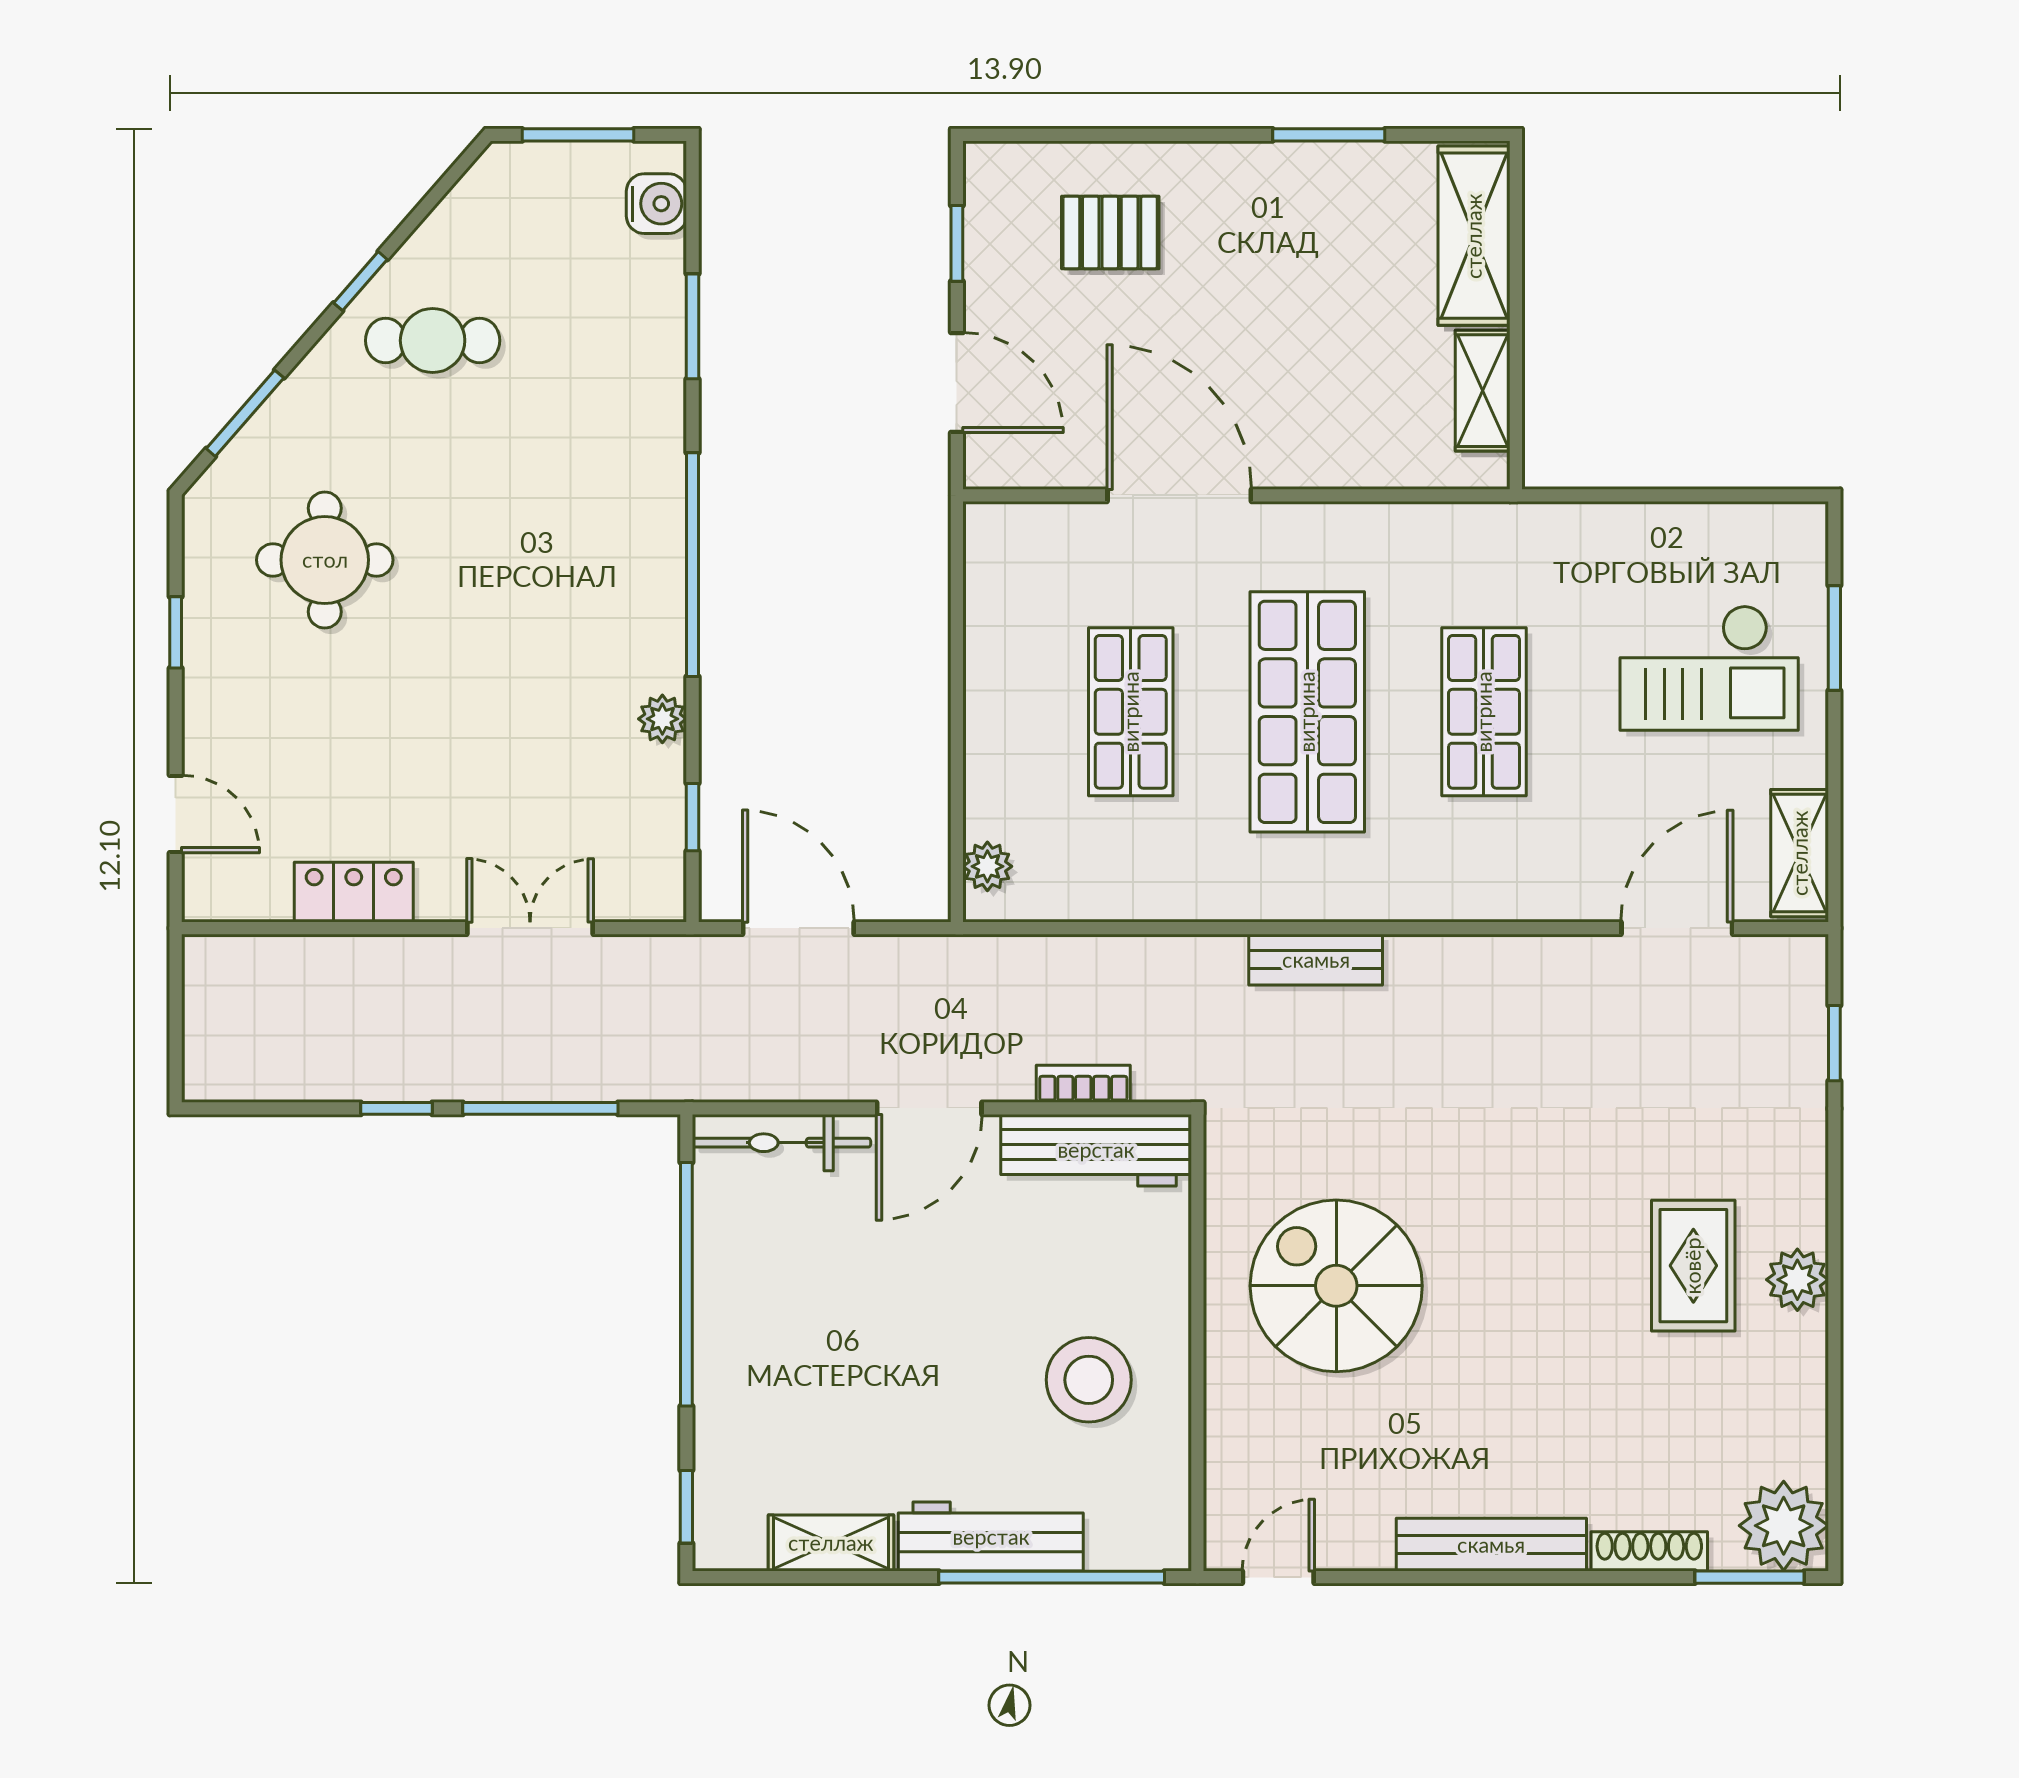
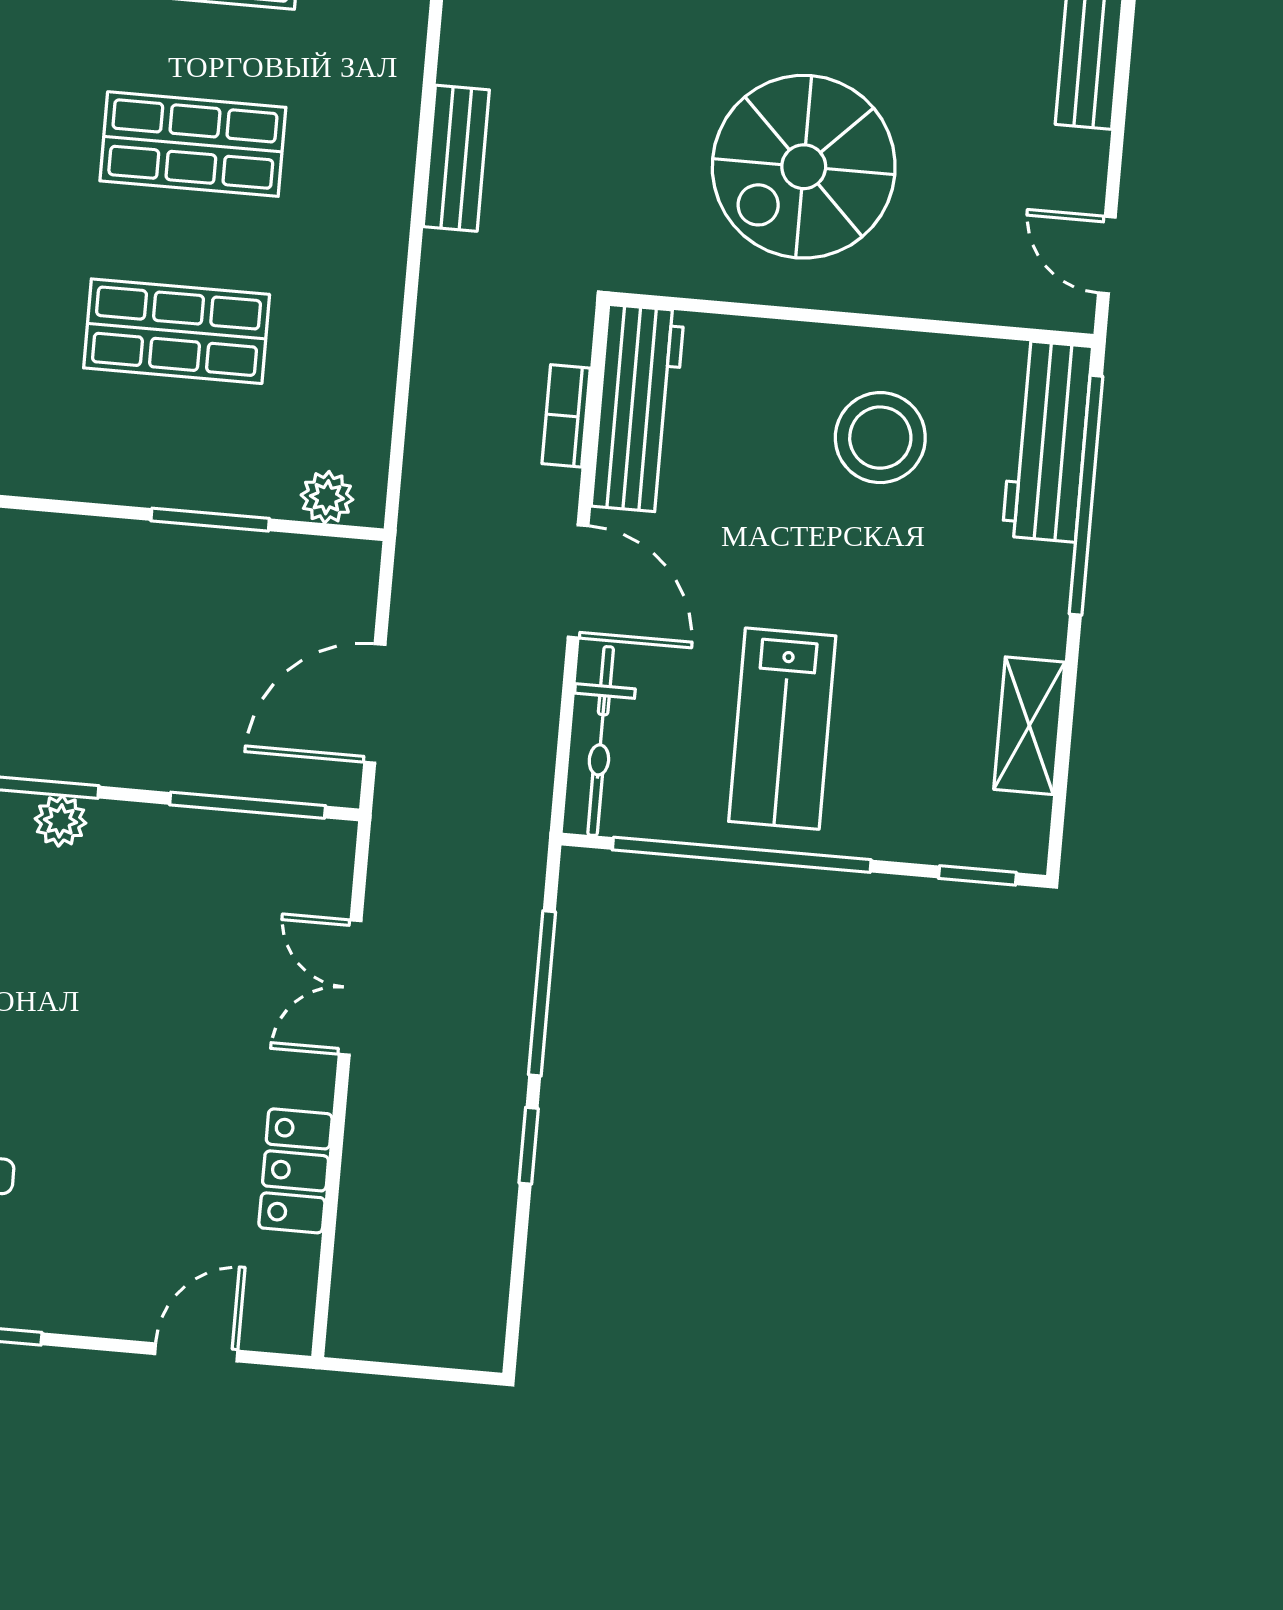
shop shelf: (1307, 712) -> (193, 144), width x0.70, depth x0.74
plant: (662, 719) -> (61, 821), moved
window: (957, 759) -> (210, 520), added
window: (692, 817) -> (248, 805), width x2.17
lab bench: (808, 1312) -> (782, 729), added
workbench: (991, 1537) -> (1047, 441), moved

